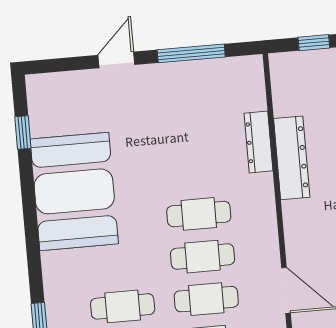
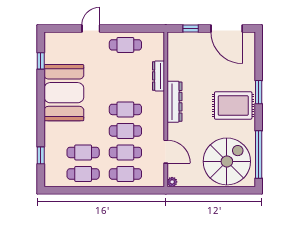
window: (191, 53) -> (129, 29), removed
cafe table: (188, 86) -> (125, 45), added
dresser: (292, 158) -> (174, 102), moved

